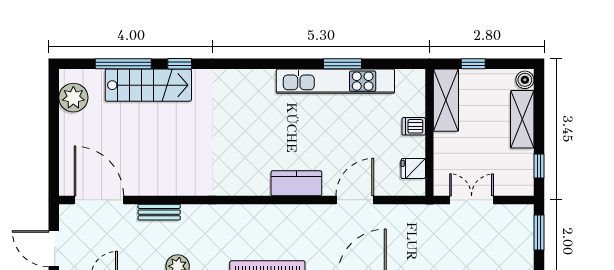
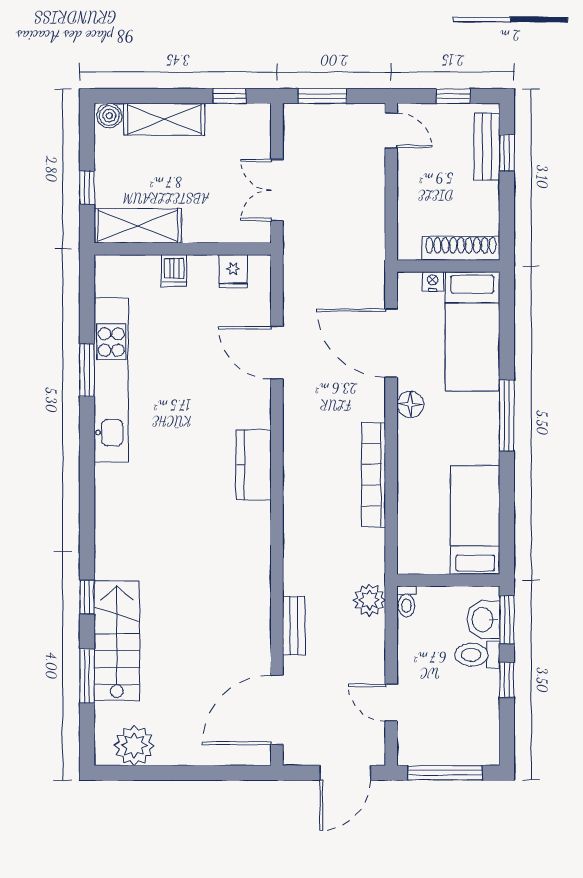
window: (123, 64) -> (87, 676), width x0.69
kitchen counter: (296, 183) -> (254, 465), moved

